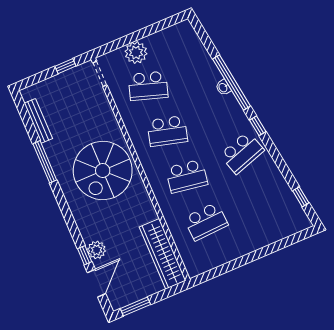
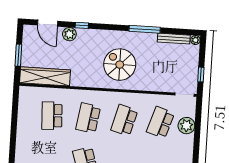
plant: (27, 94) -> (195, 40), added
spiral stairs: (103, 171) -> (120, 65), width x0.73, depth x0.73
window: (85, 255) -> (82, 25), moved
window: (135, 306) -> (18, 55), moved

